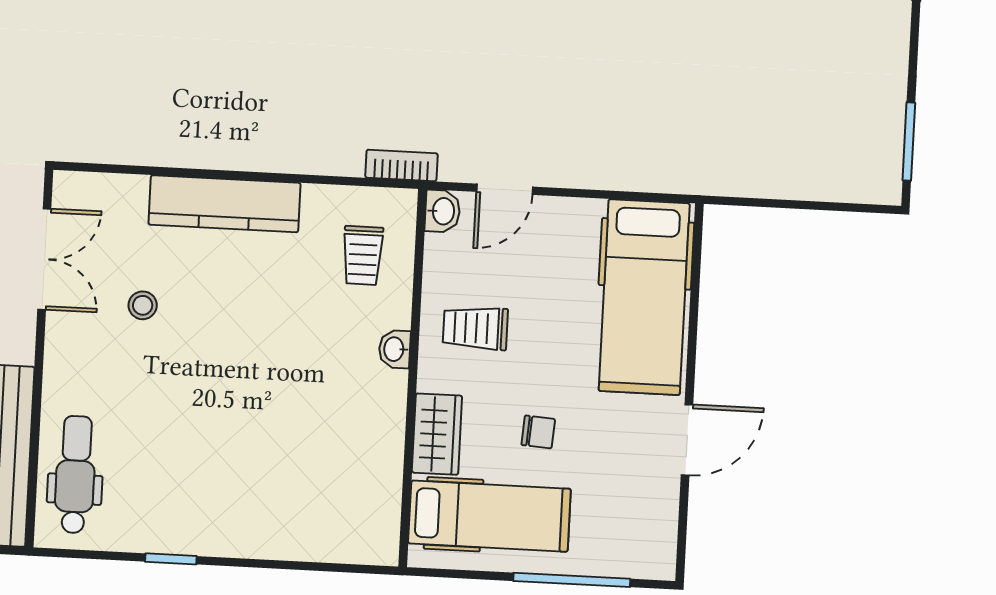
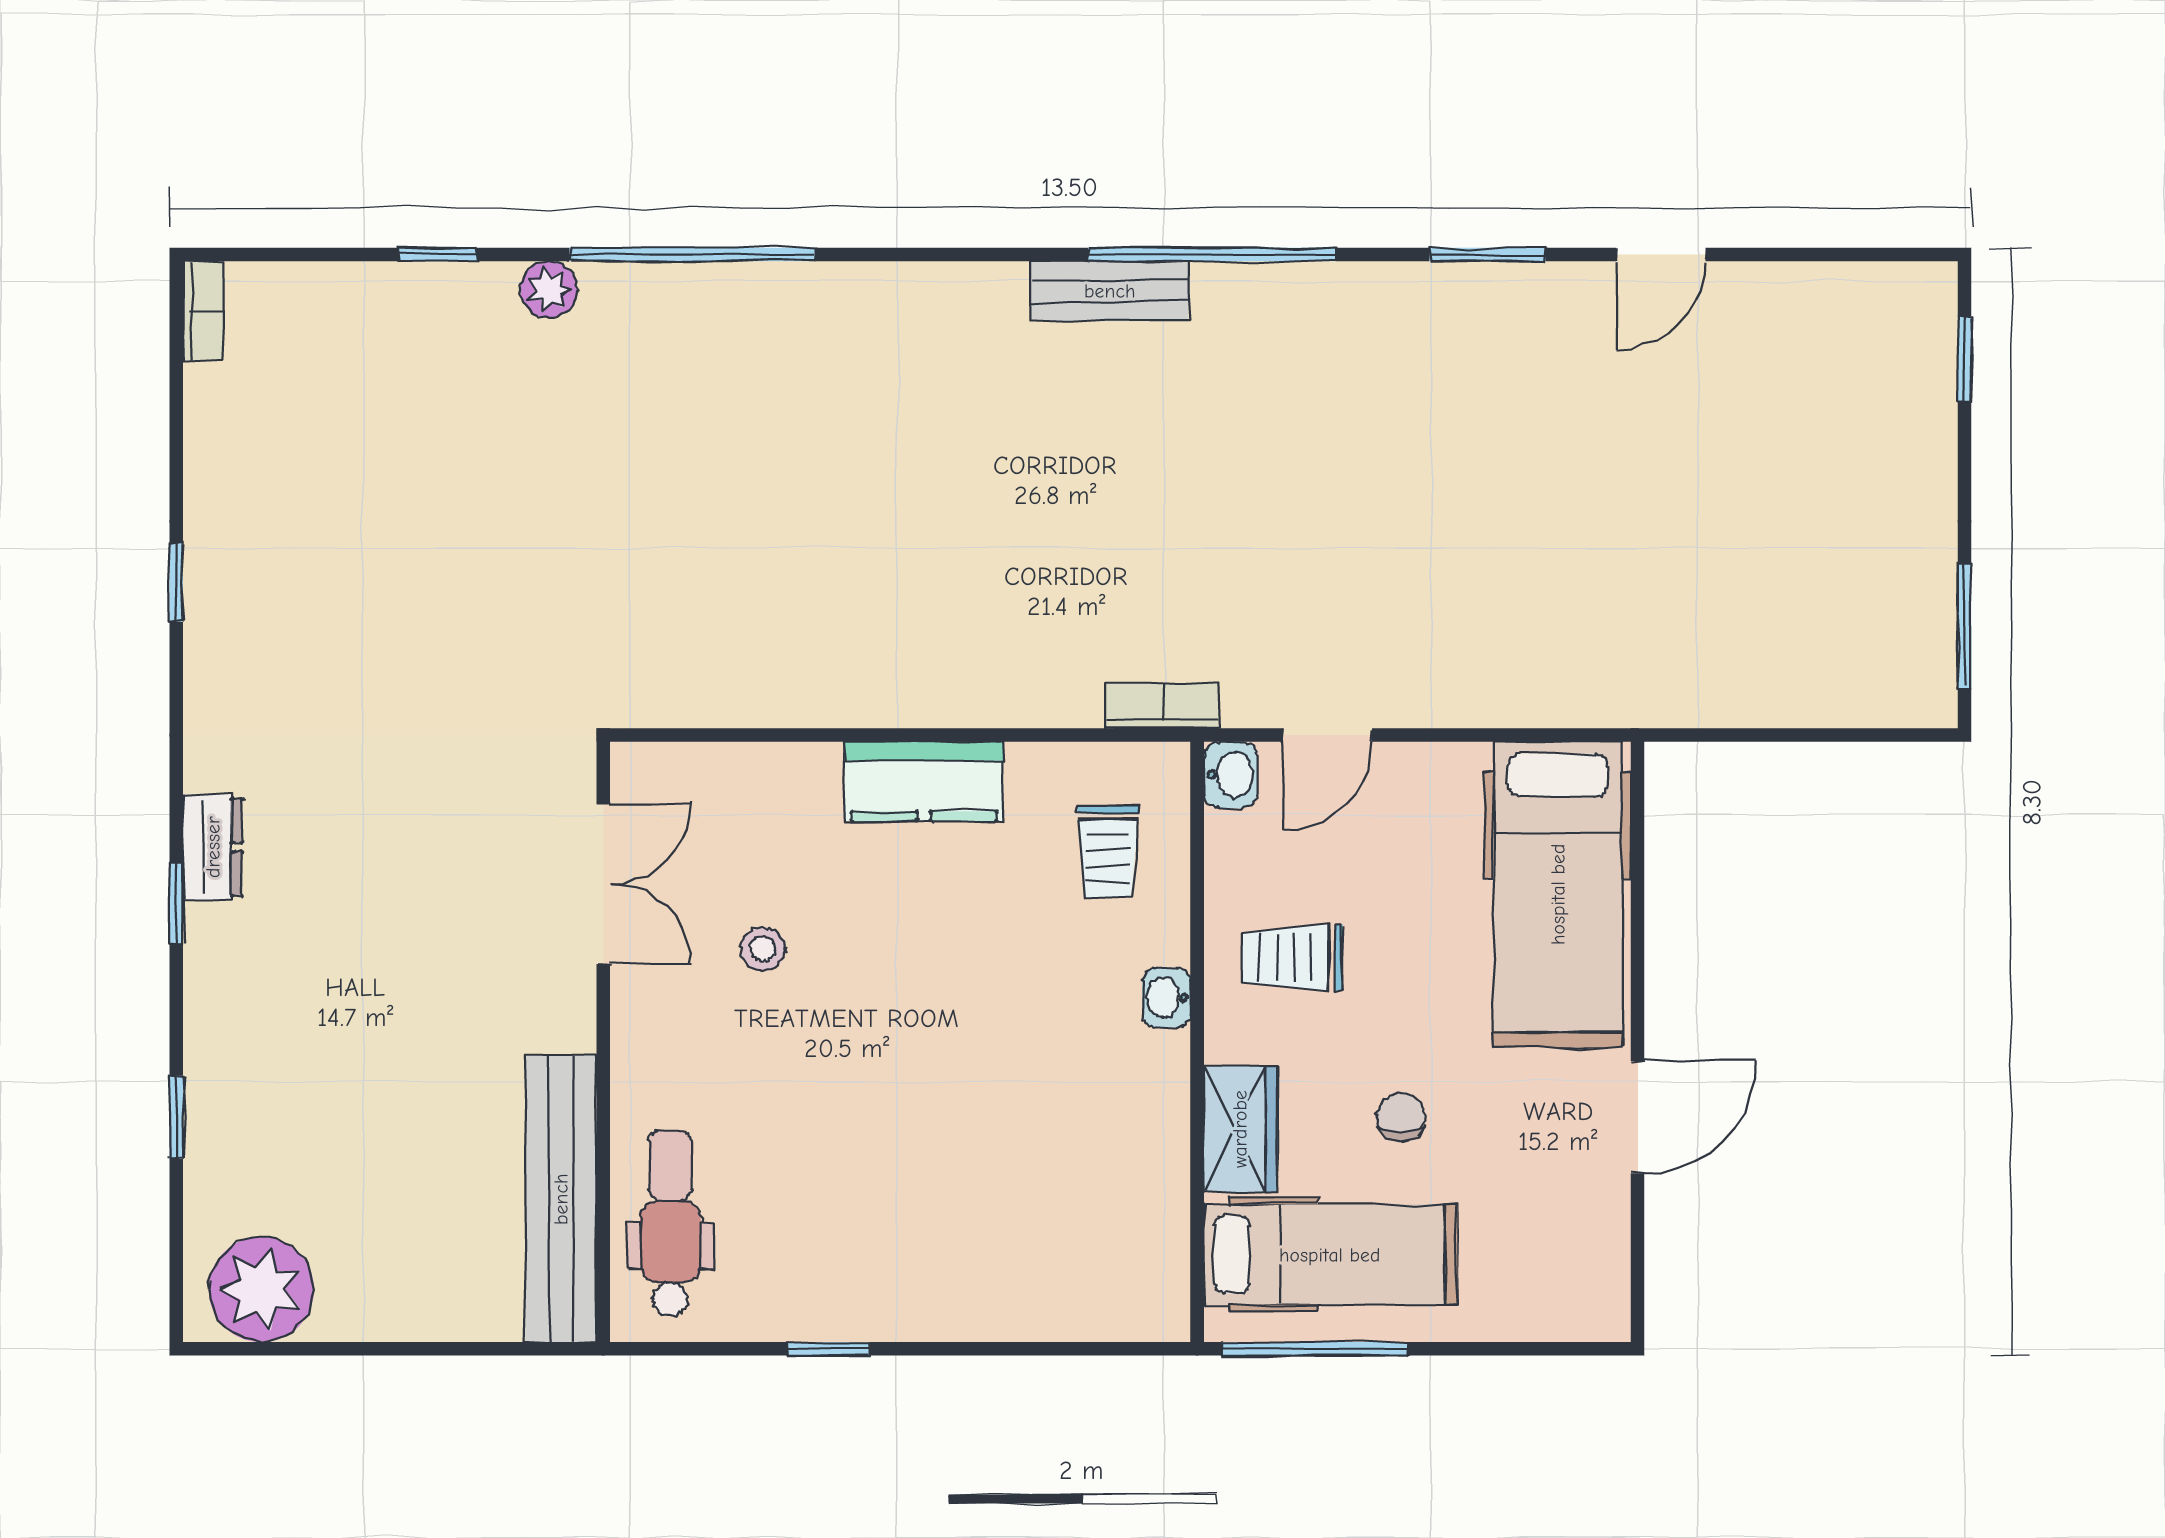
kitchen counter: (224, 204) -> (924, 781), width x0.67
chair: (538, 432) -> (1401, 1117), turned -94
window: (572, 580) -> (1315, 1349), moved

